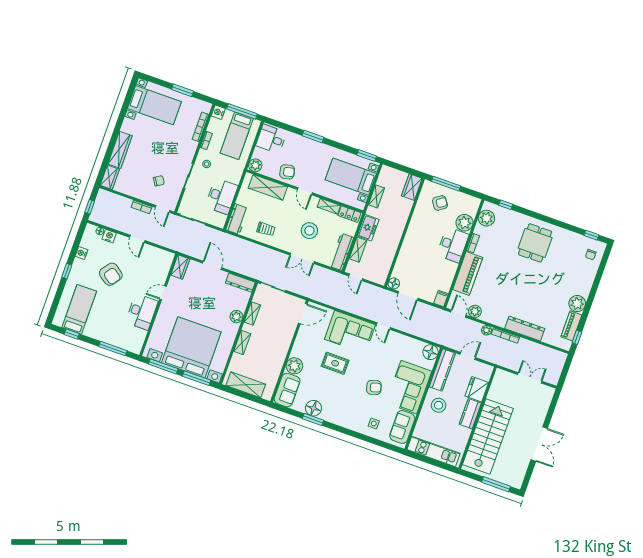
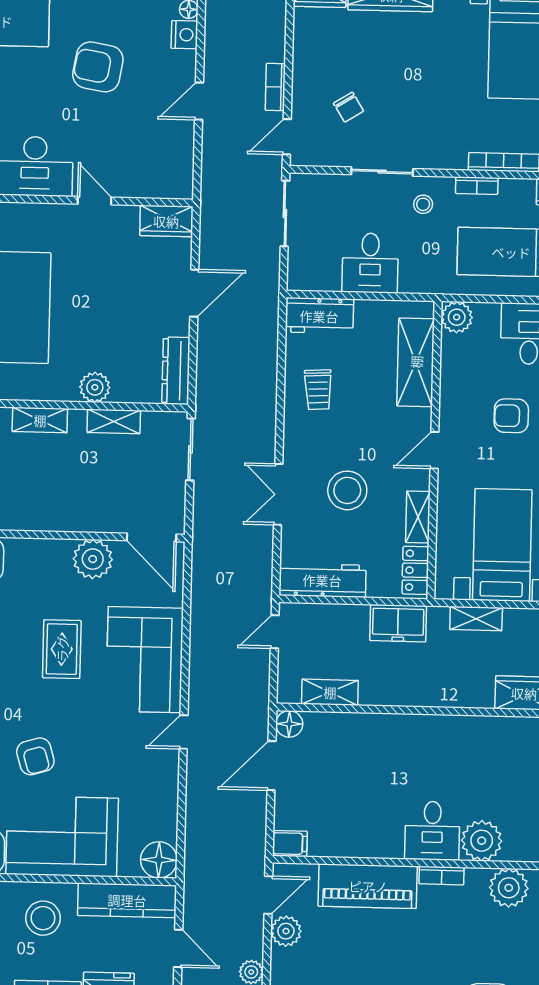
armchair: (287, 172) -> (511, 416), moved, turned 103
desk: (221, 196) -> (370, 263), width x0.73
armchair: (440, 203) -> (509, 770), removed
desk: (453, 245) -> (432, 831), width x0.73
shelving: (358, 250) -> (330, 692), moved
armchair: (111, 274) -> (98, 67), turned 64
plant: (294, 366) -> (93, 559), moved

